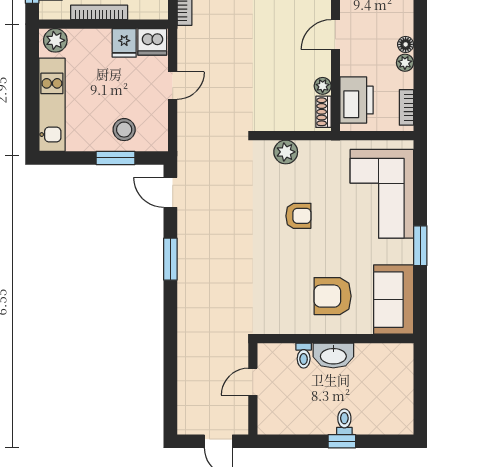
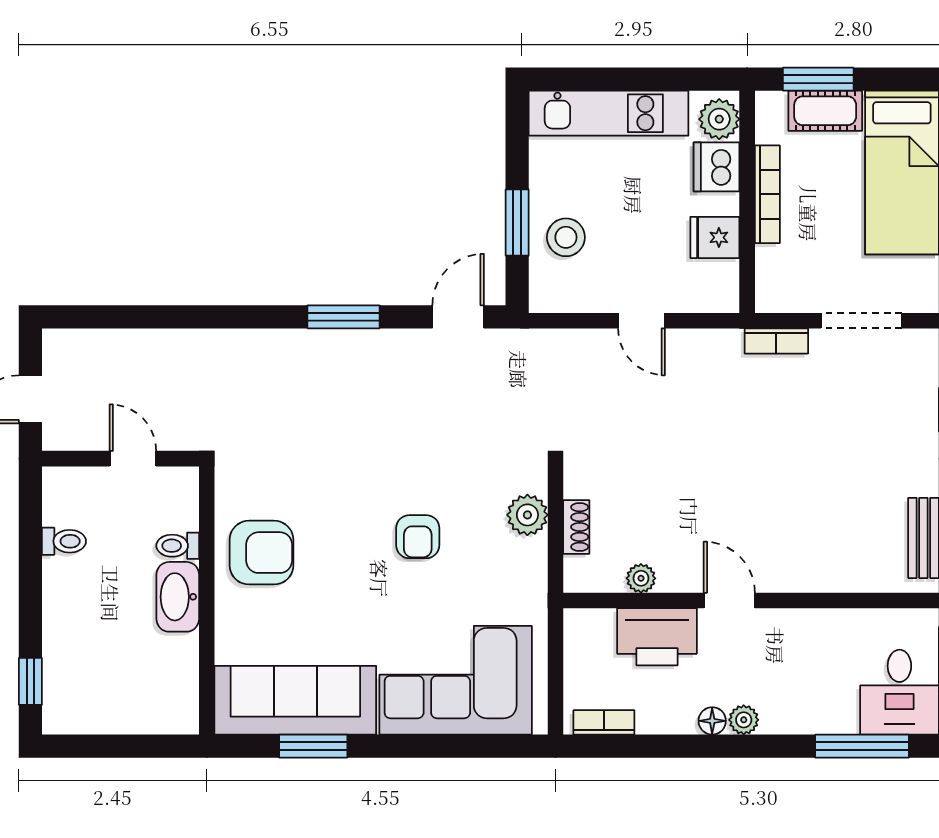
dishwasher: (152, 42) -> (717, 167), moved
plant: (405, 63) -> (744, 720), moved
printer: (357, 100) -> (657, 637), moved
shoe rack: (323, 112) -> (576, 527), moved, turned 90
window: (420, 246) -> (313, 746), moved
armchair: (333, 296) -> (261, 553), moved, turned 90
sofa: (394, 300) -> (295, 700), width x1.36
toilet: (344, 422) -> (64, 541), moved
window: (342, 441) -> (30, 681), moved

